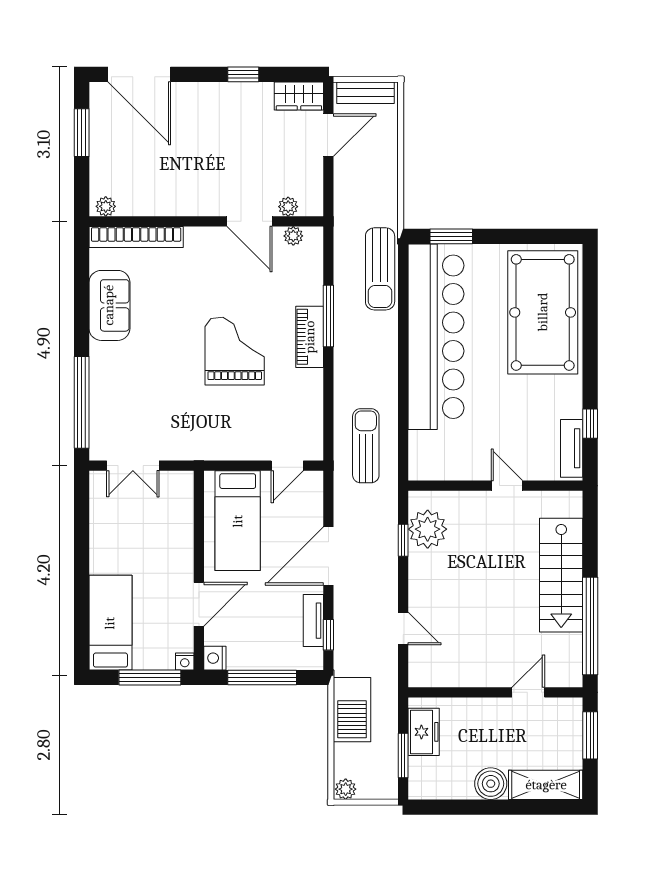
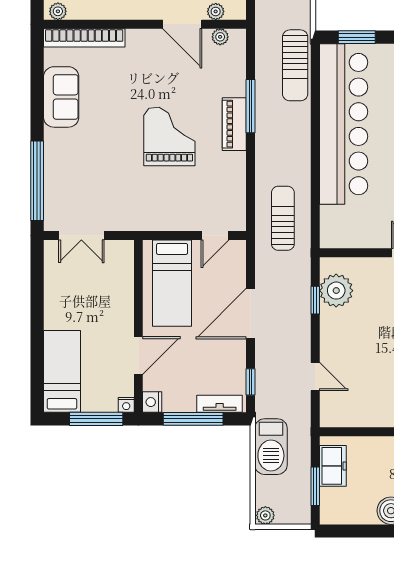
tv unit: (313, 621) -> (220, 404), moved, turned 90

